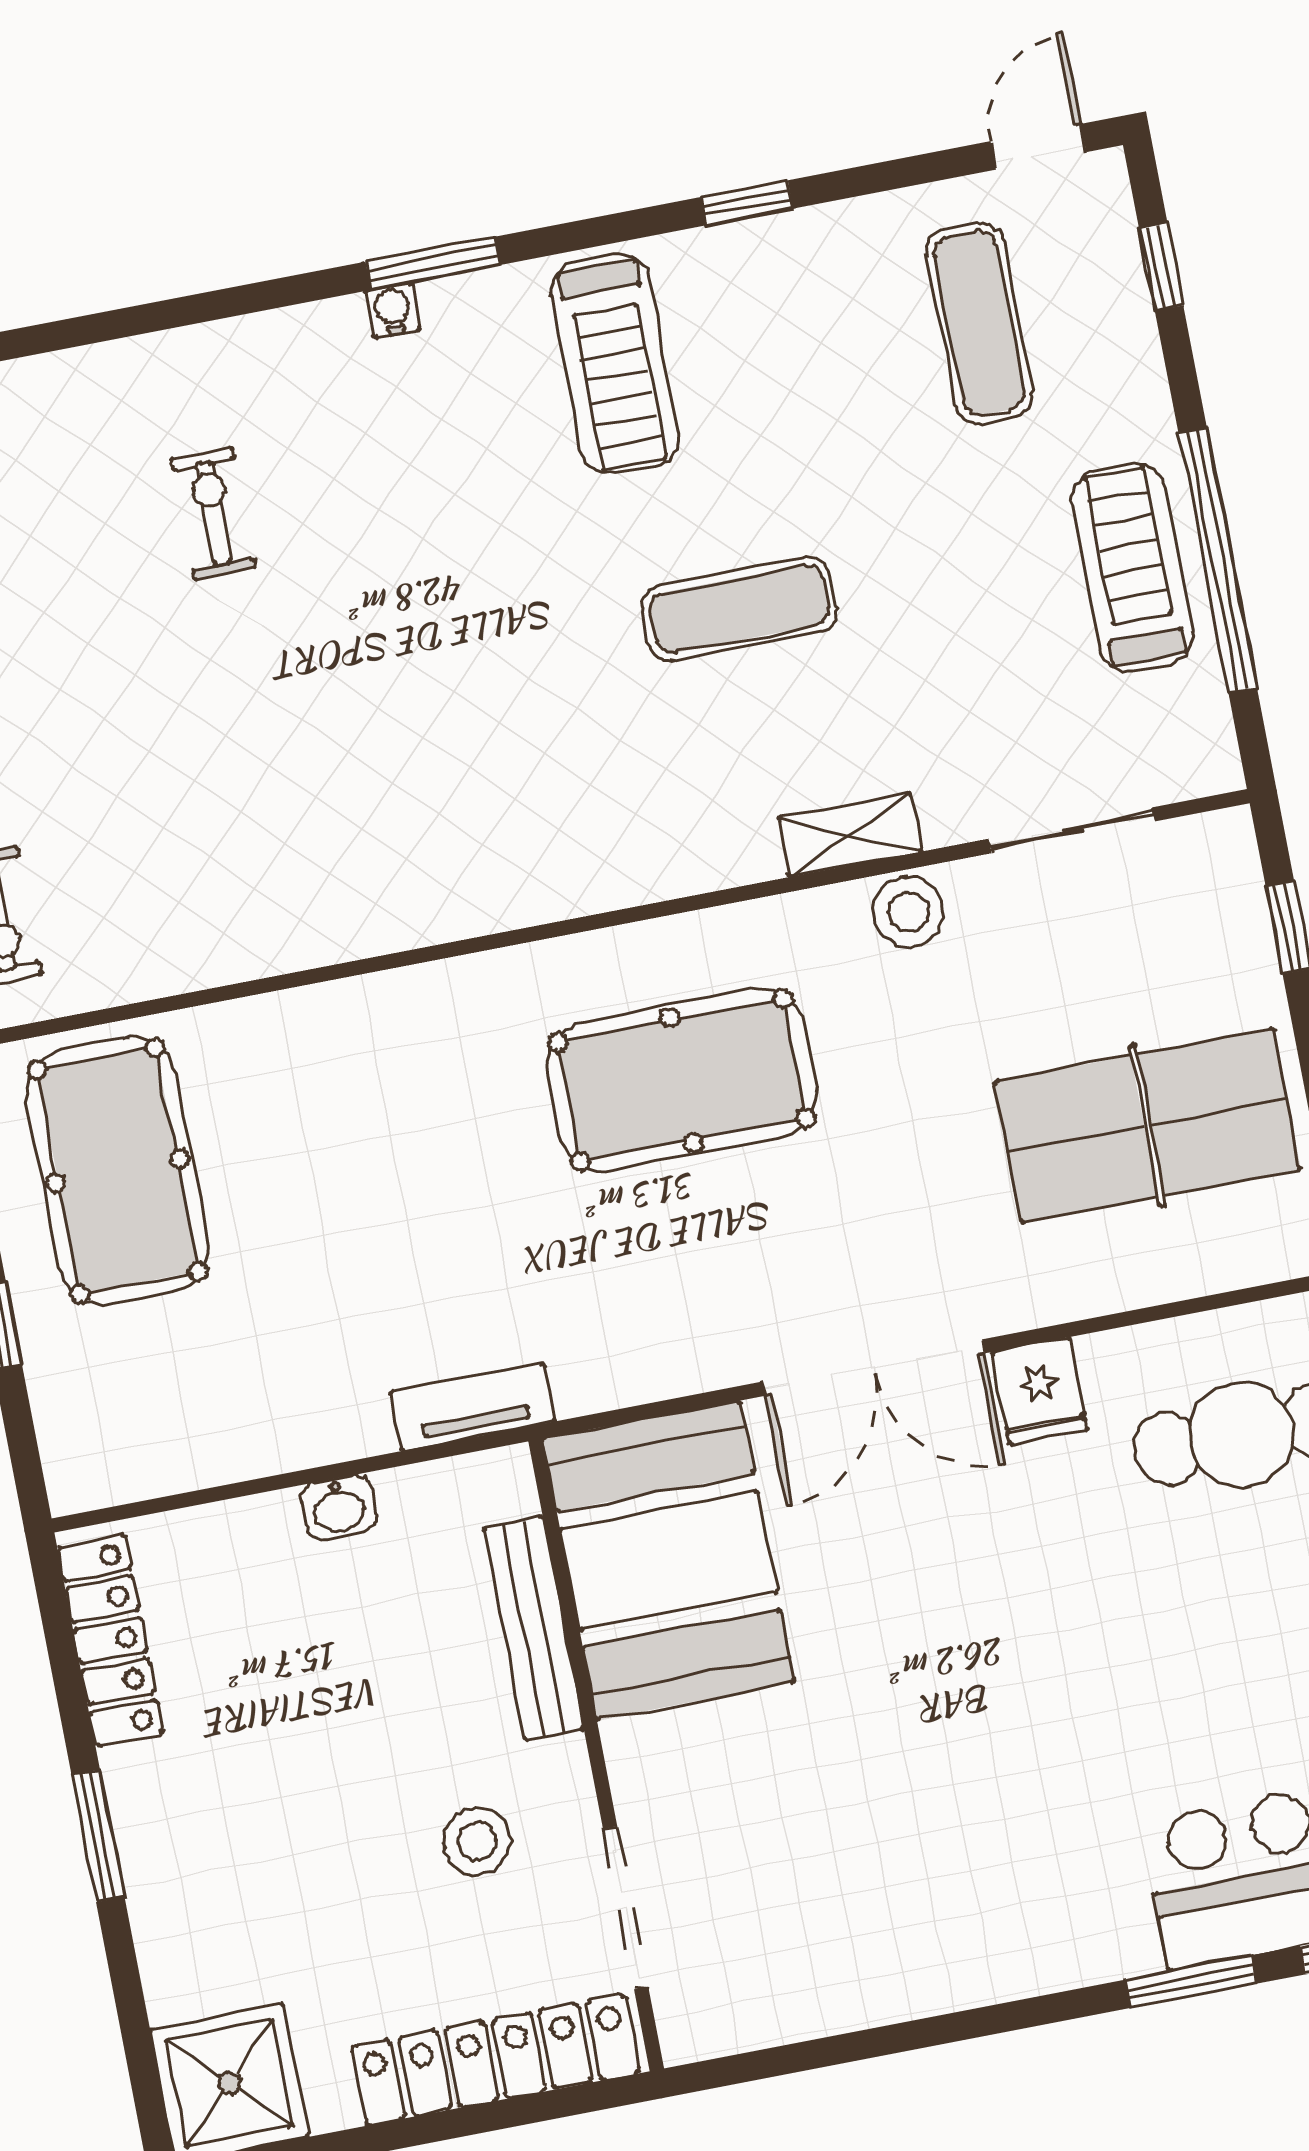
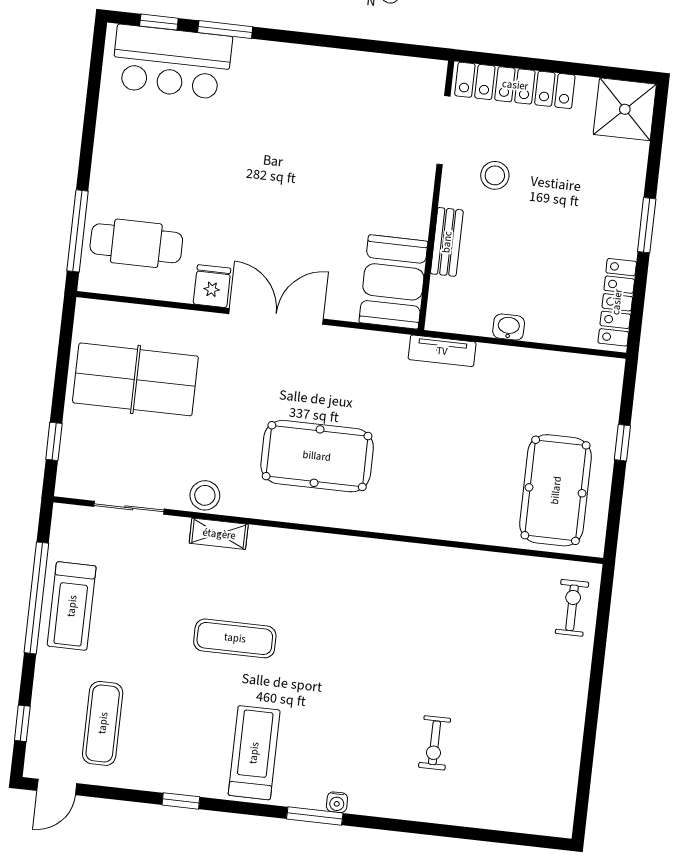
booth: (669, 1560) -> (393, 282), width x0.73, depth x0.70
bench: (534, 1629) -> (447, 242), width x0.73

